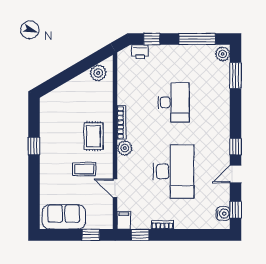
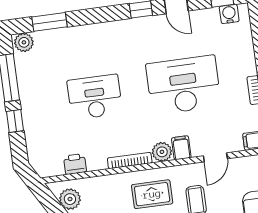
window: (152, 39) -> (15, 121), moved
printer: (140, 52) -> (75, 164), moved, turned -90
filing cabinet: (126, 163) -> (181, 148), added

